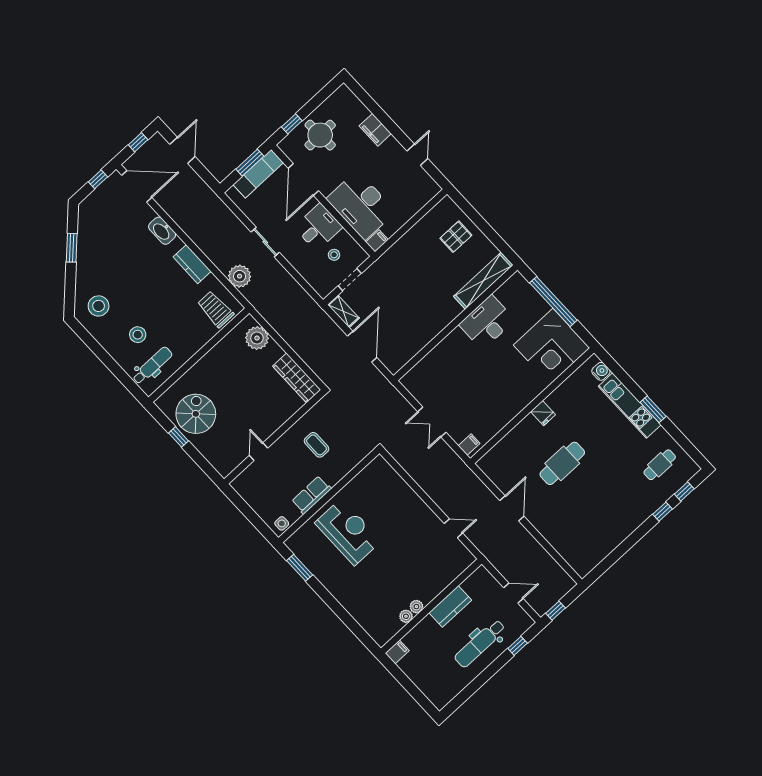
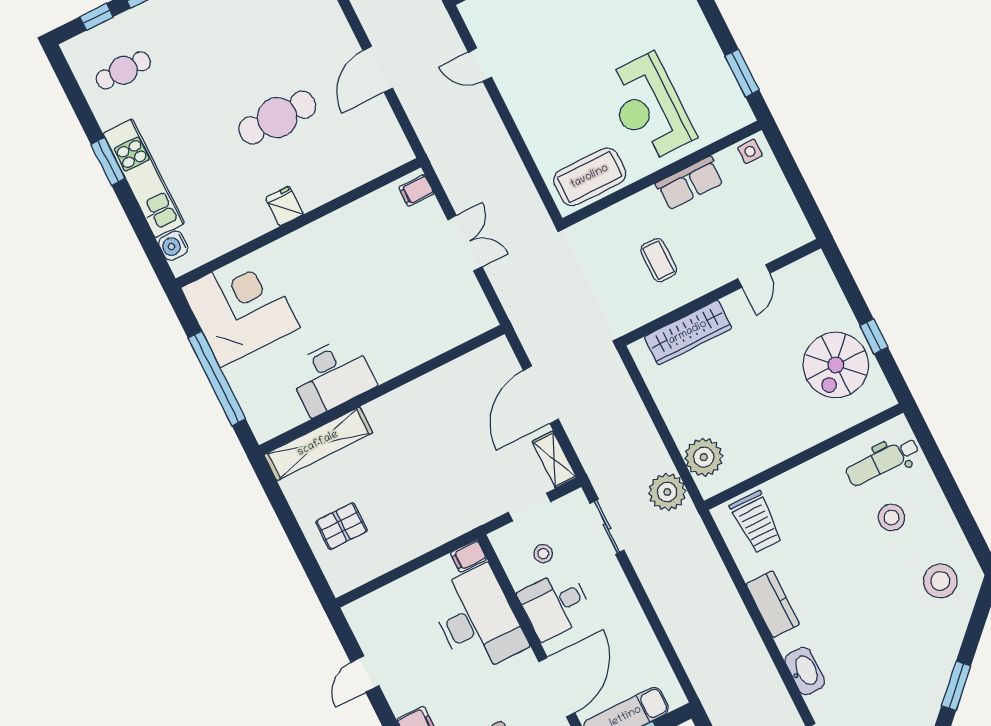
sliding door: (265, 242) -> (607, 527), moved
plant: (240, 276) -> (667, 492), moved
wardrobe: (297, 378) -> (688, 333), moved, turned 90
coffee table: (371, 482) -> (590, 177), added

